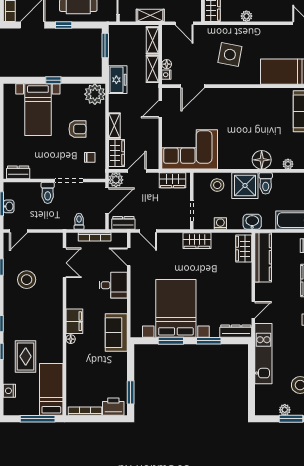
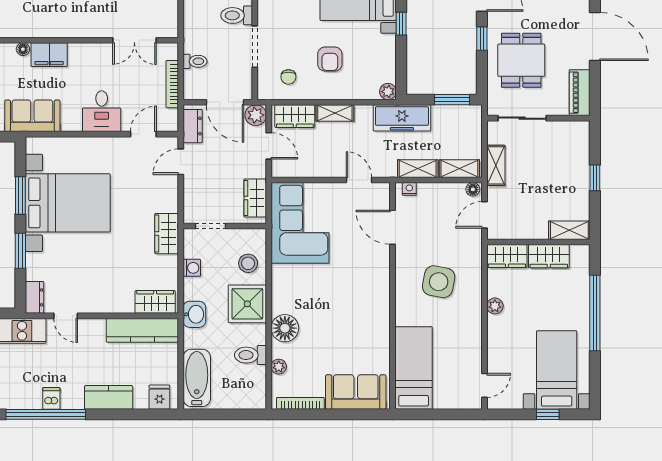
floor lamp: (167, 64) -> (473, 189), moved
freezer: (118, 80) -> (402, 118), width x1.40
plant: (95, 94) -> (388, 92), width x0.53, depth x0.53
toilet: (266, 183) -> (250, 355), moved
dresser: (236, 331) -> (34, 297), width x0.70

